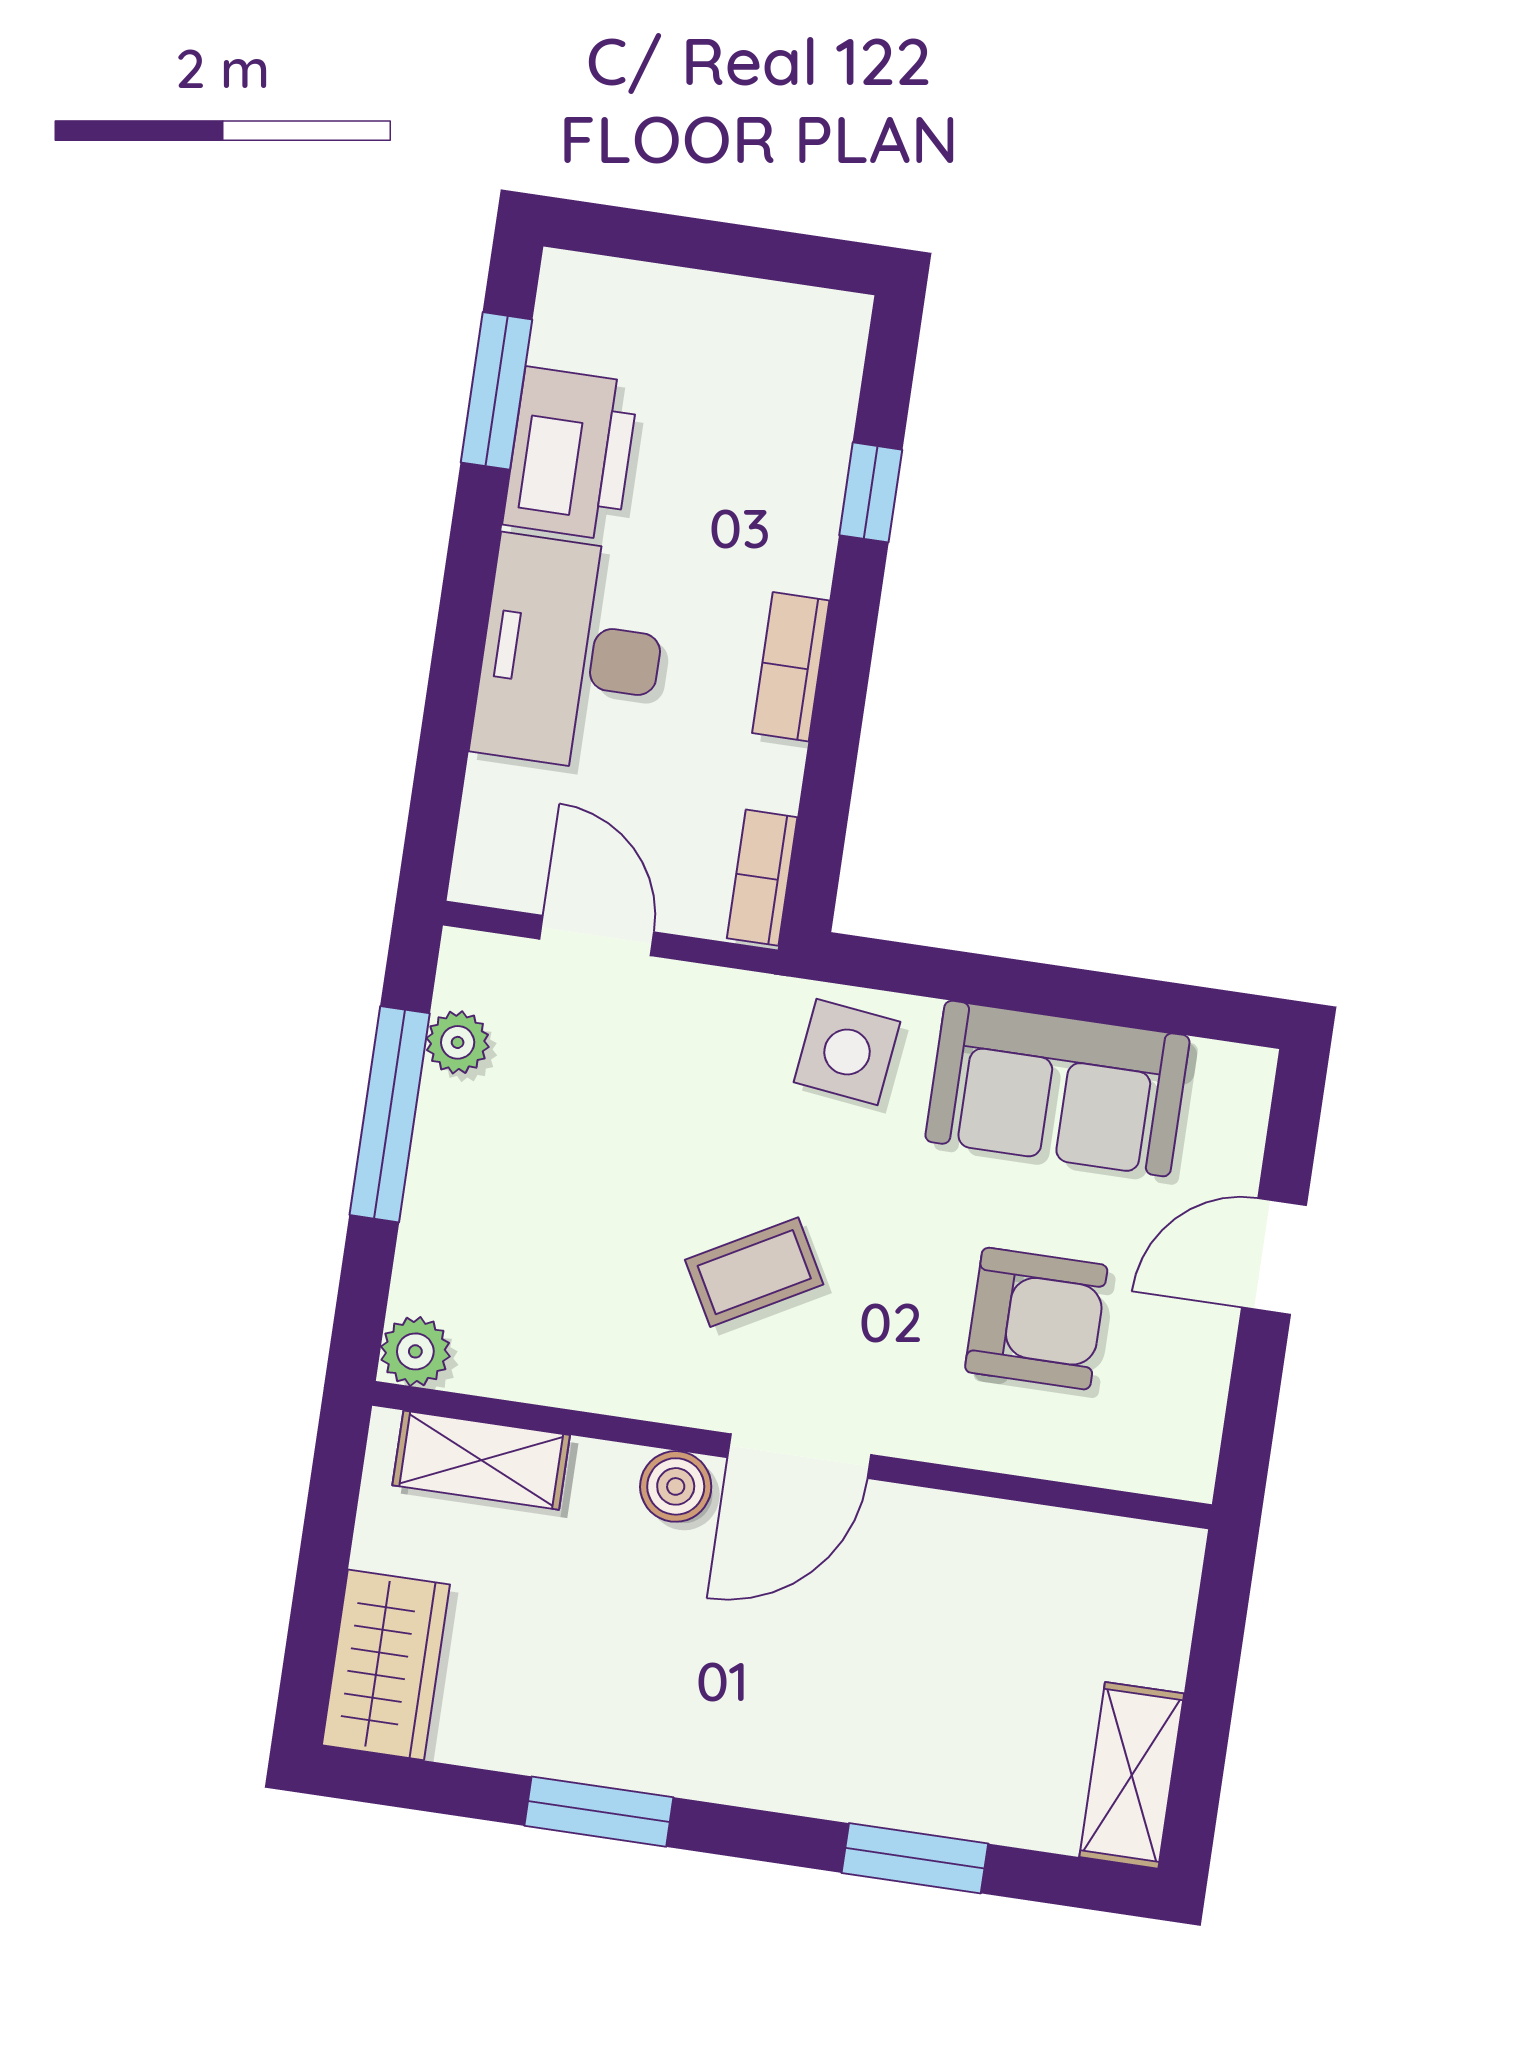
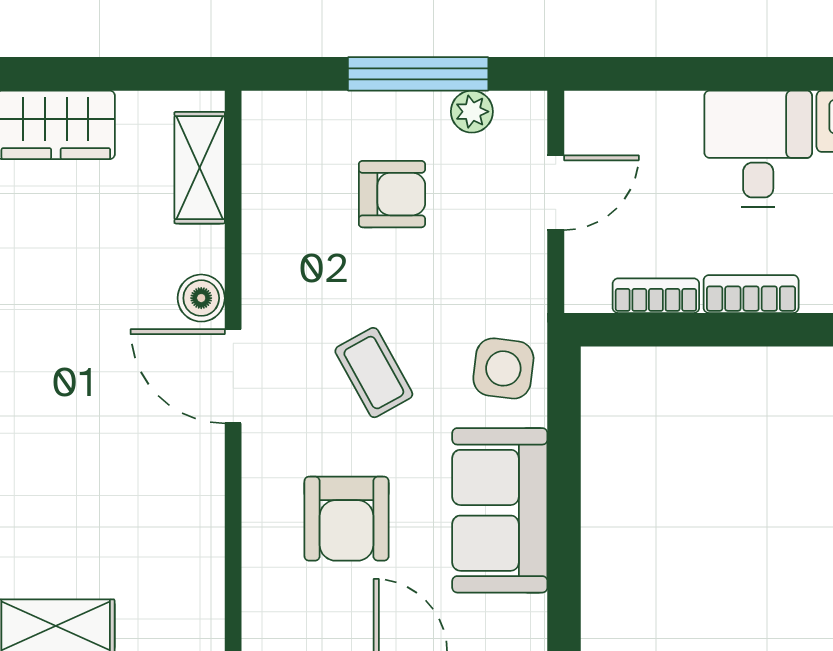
desk: (571, 654) -> (758, 149), width x0.73
bookcase: (762, 878) -> (656, 296), moved
armchair: (563, 1180) -> (392, 194), added
coffee table: (754, 1272) -> (374, 373), moved
plant: (415, 1351) -> (265, 114), removed

